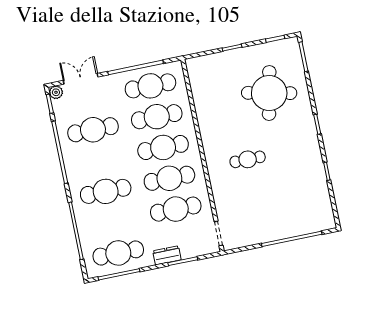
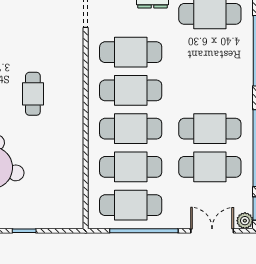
double door: (81, 79) -> (212, 231), swing flipped
cafe table: (248, 159) -> (33, 94), turned 90
cafe table: (106, 191) -> (210, 129), moved

